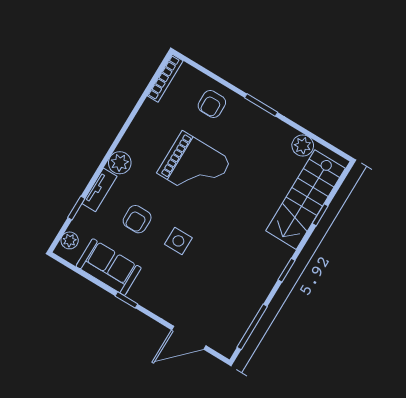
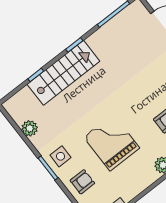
stairs: (306, 200) -> (63, 73), moved
side table: (178, 241) -> (60, 156), moved

